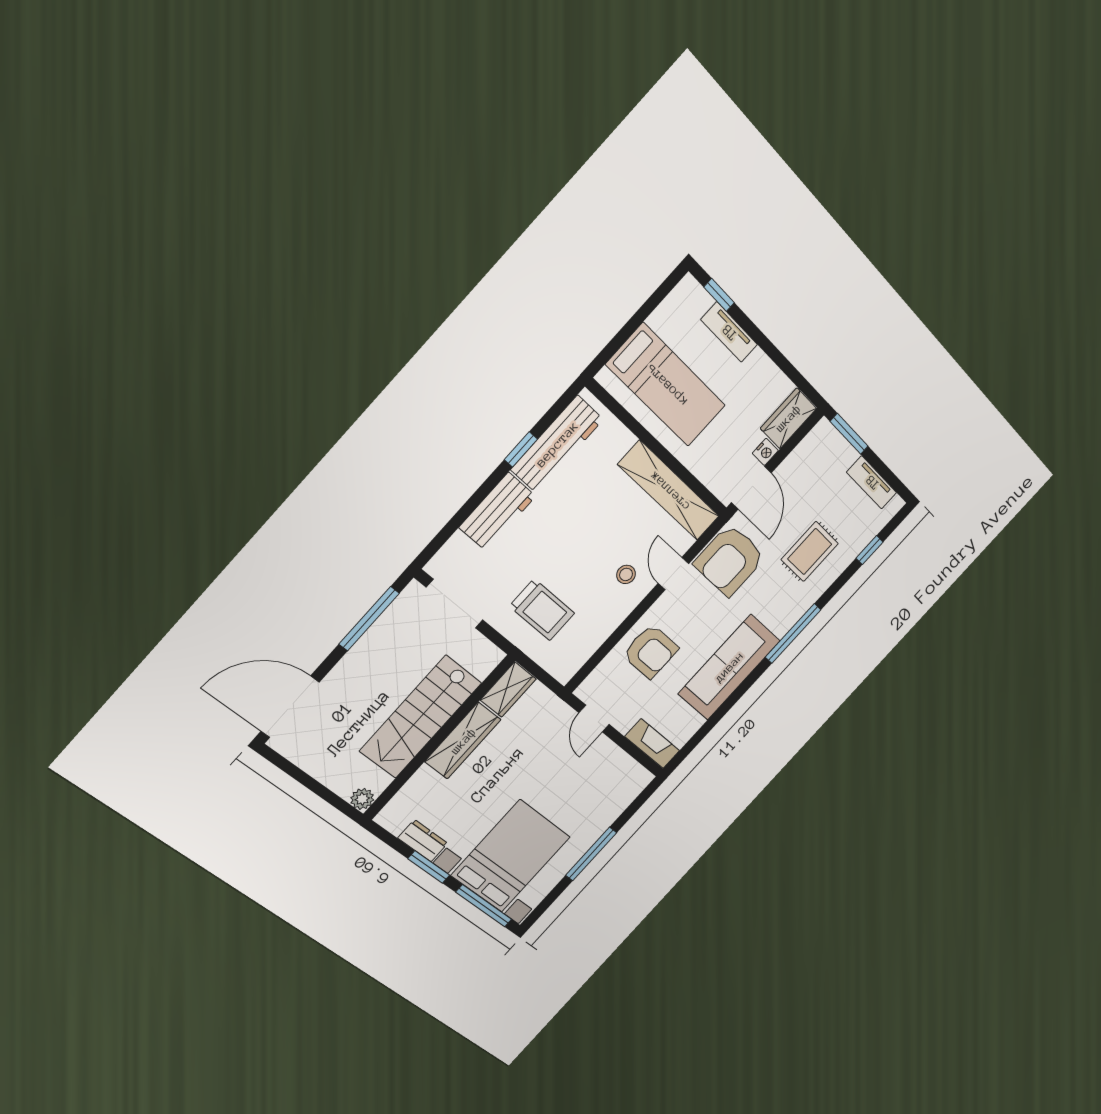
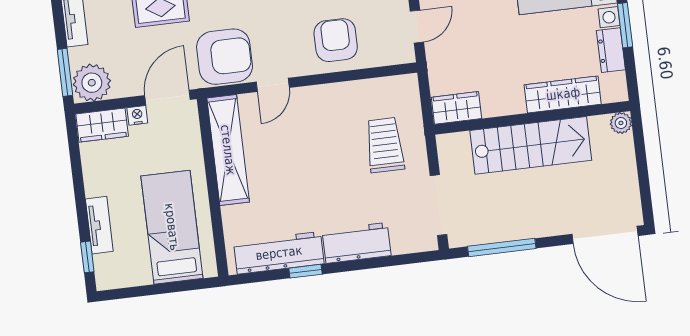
plant: (822, 445) -> (92, 83), added
stool: (626, 574) -> (306, 116), removed
wardrobe: (463, 741) -> (563, 94), moved

